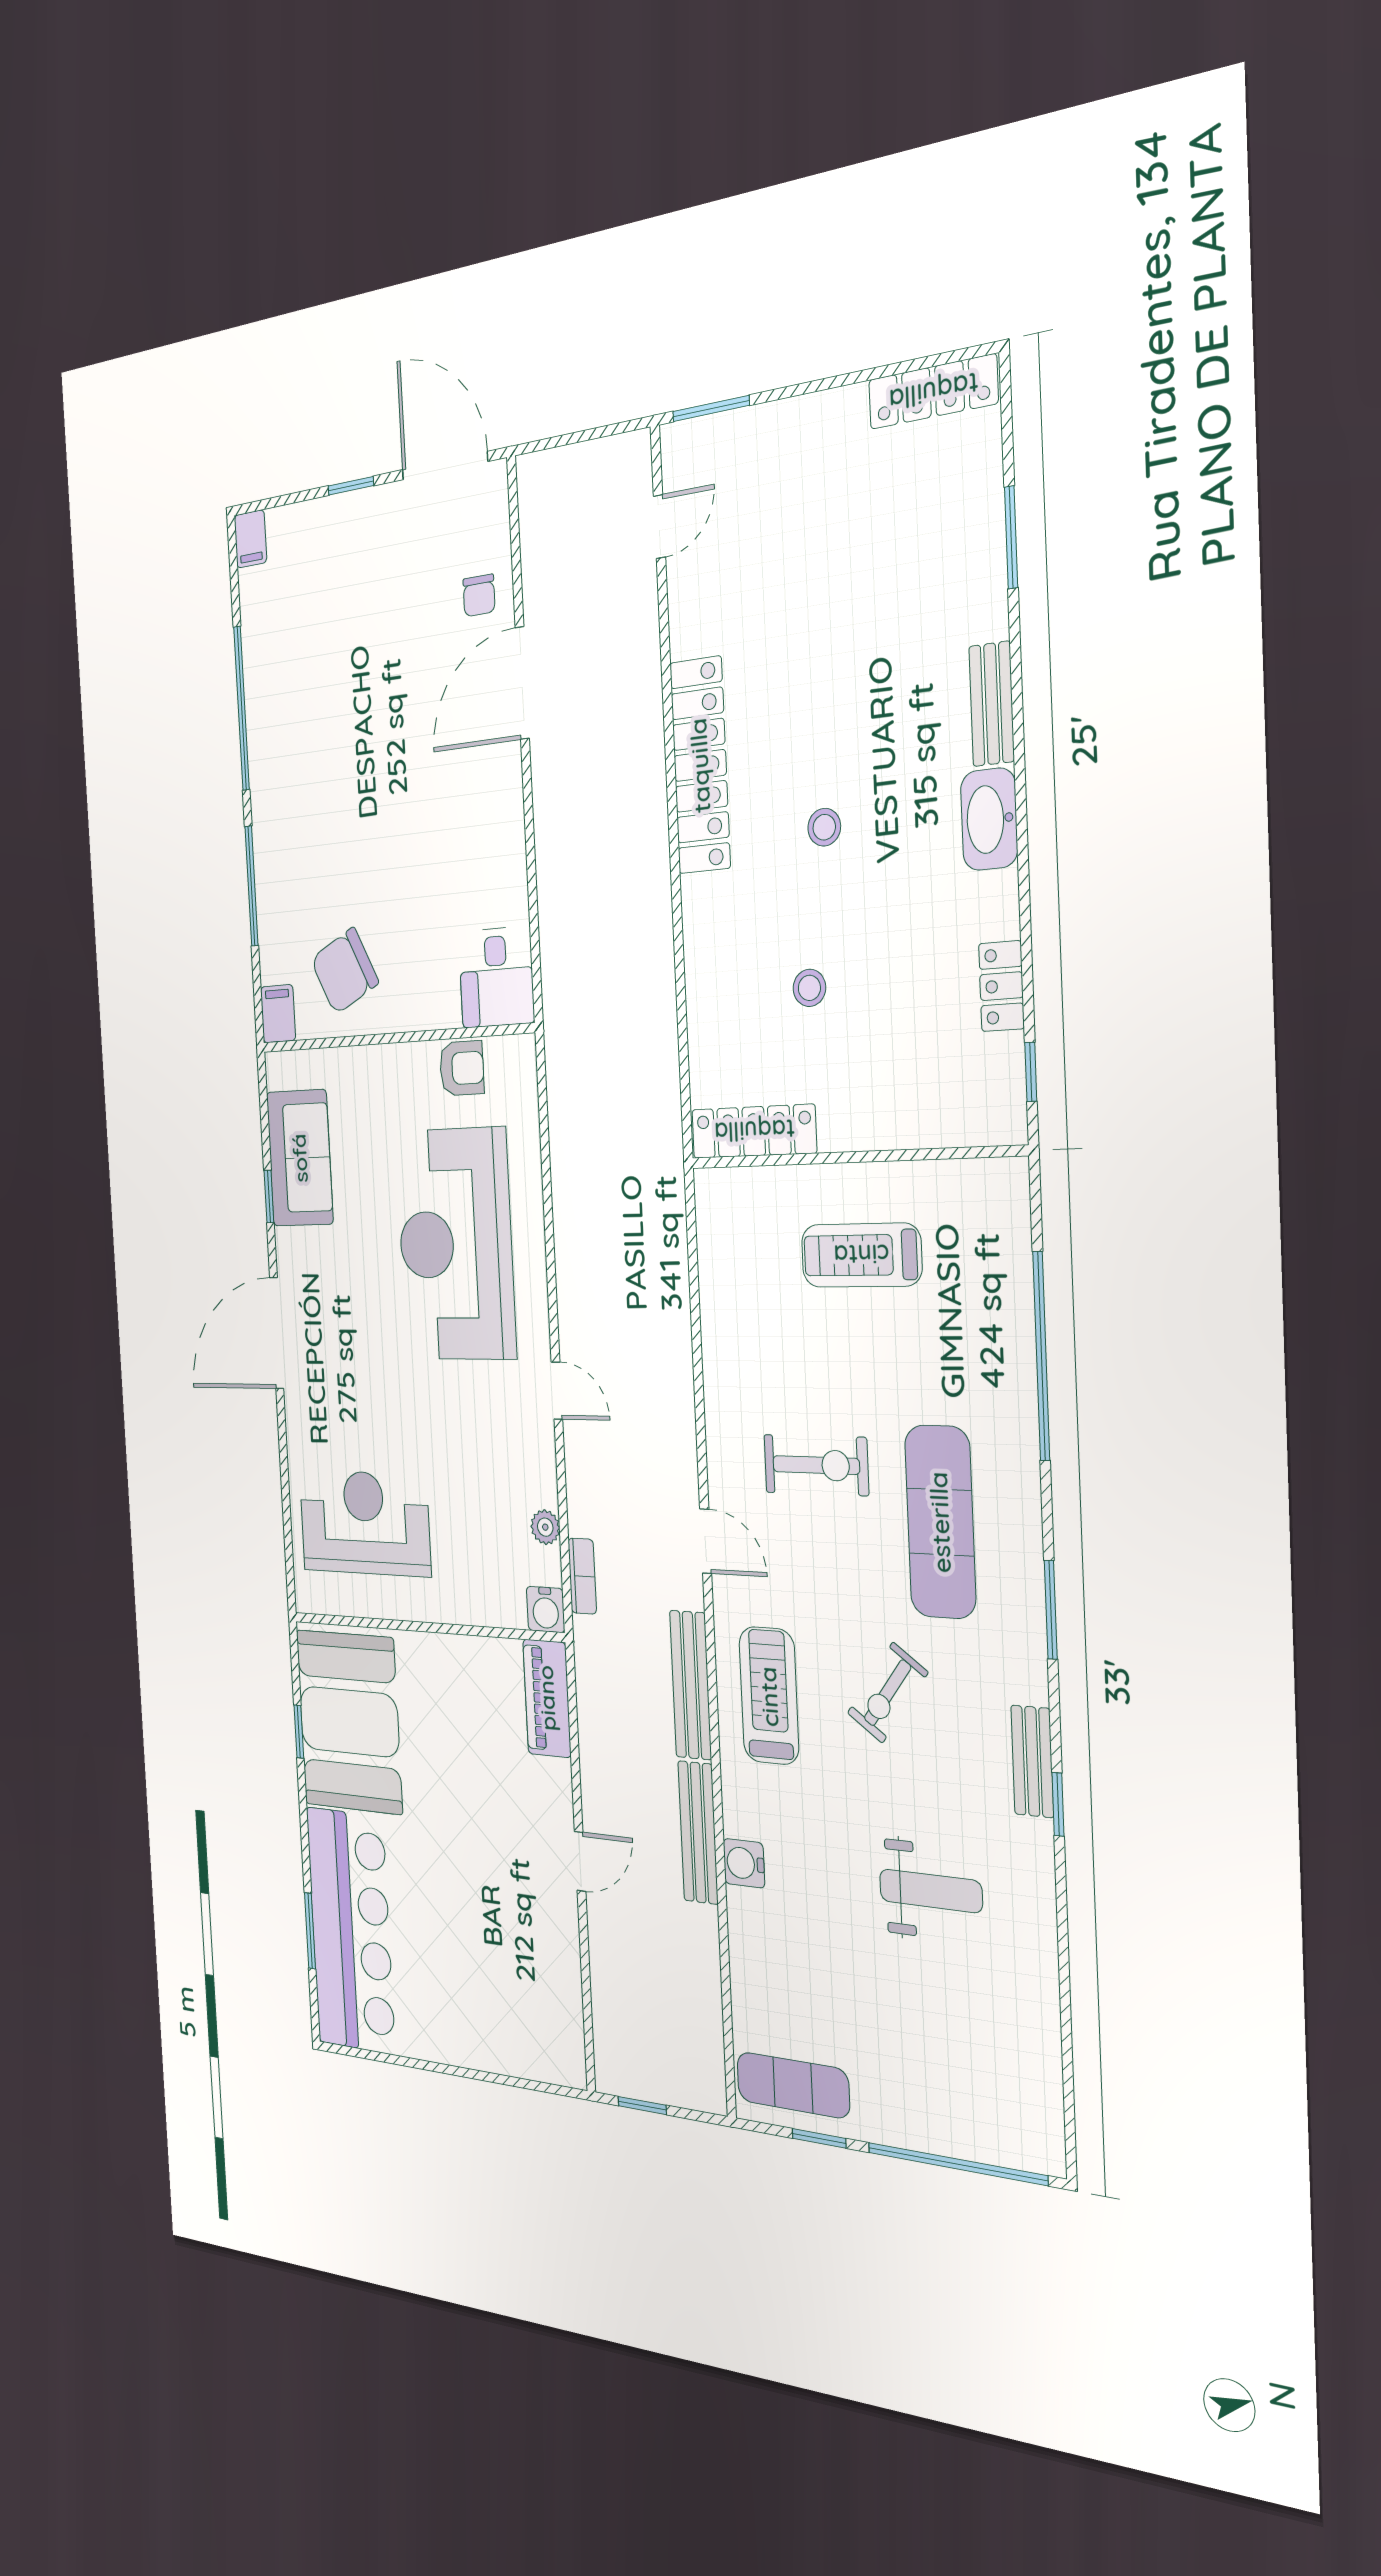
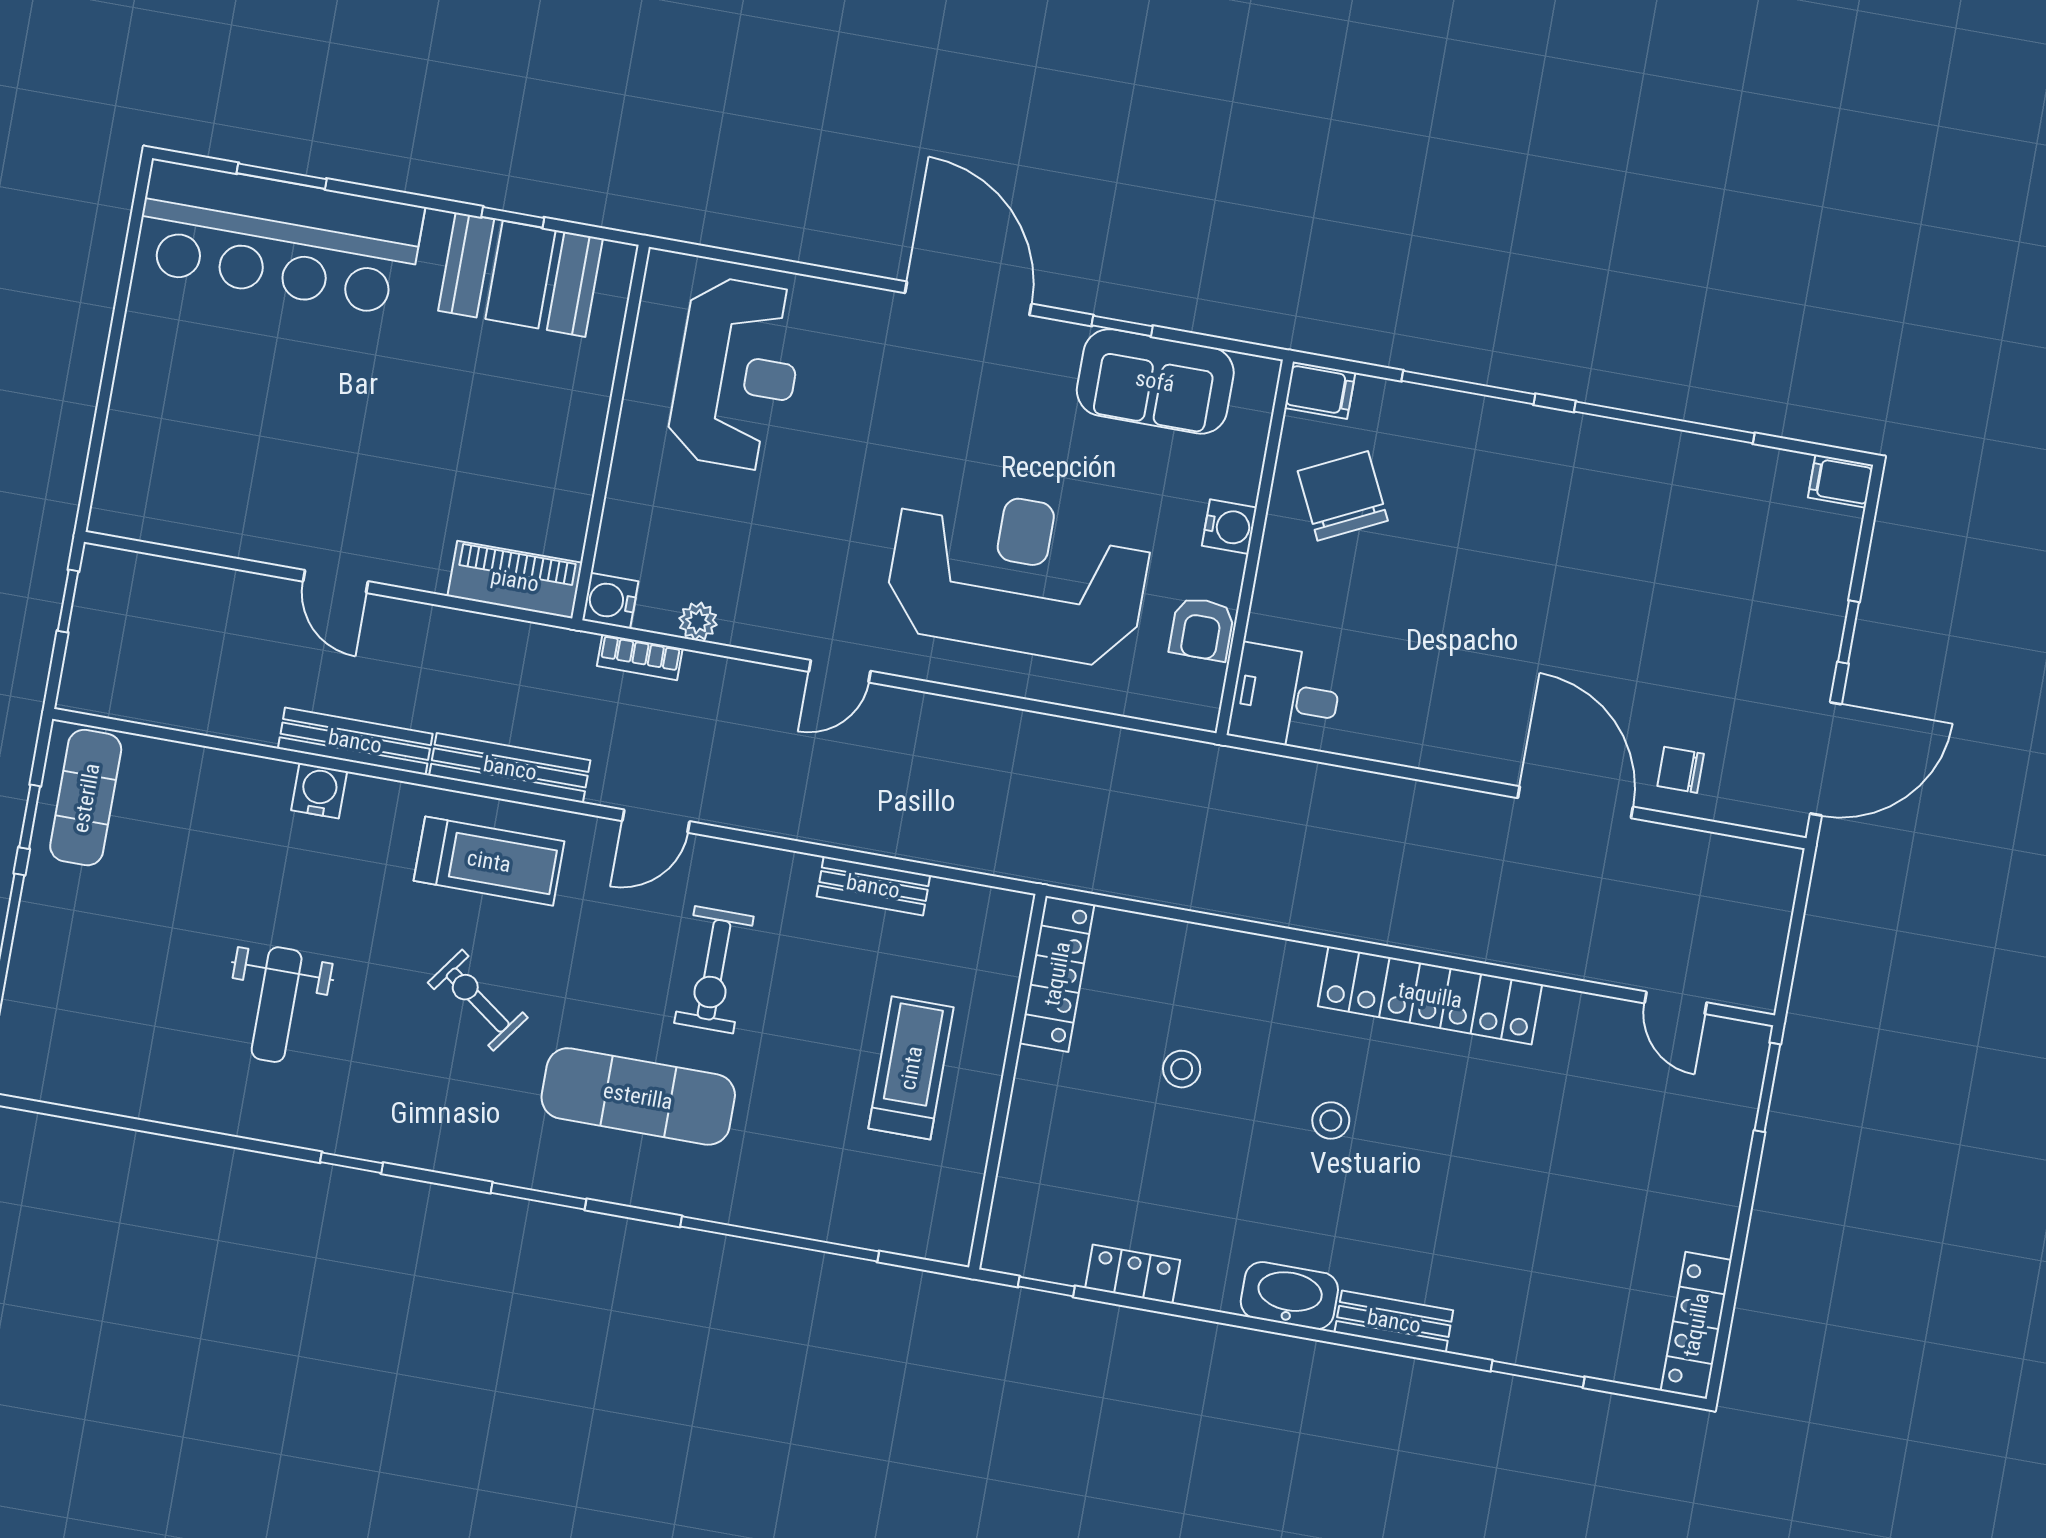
water cooler: (385, 1065) -> (1229, 527), added
booth: (349, 1722) -> (521, 275), width x0.73, depth x0.70
bench: (1032, 1761) -> (873, 886), moved

